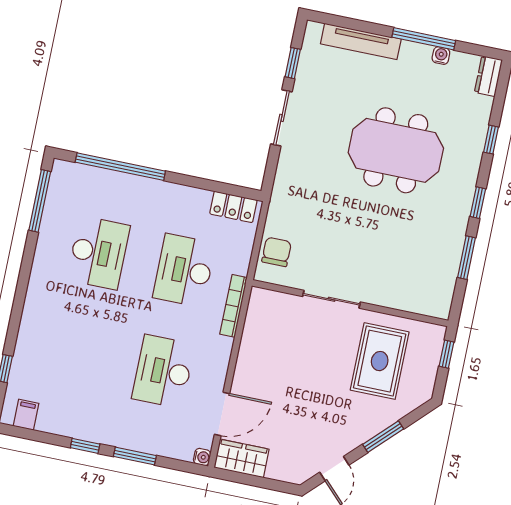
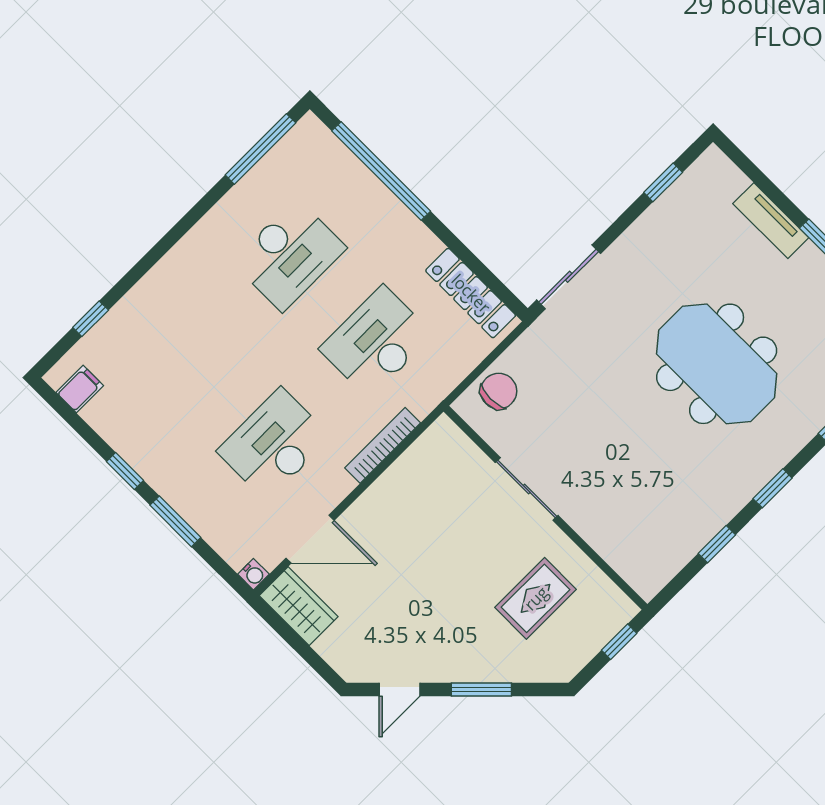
tv unit: (361, 41) -> (771, 221), width x0.71
sliding door: (281, 118) -> (569, 277), moved
locker: (233, 207) -> (471, 293), width x1.53
window: (466, 258) -> (717, 544), width x0.67
bookcase: (234, 306) -> (383, 445), moved
rug: (380, 361) -> (536, 598), width x0.73, depth x0.70

